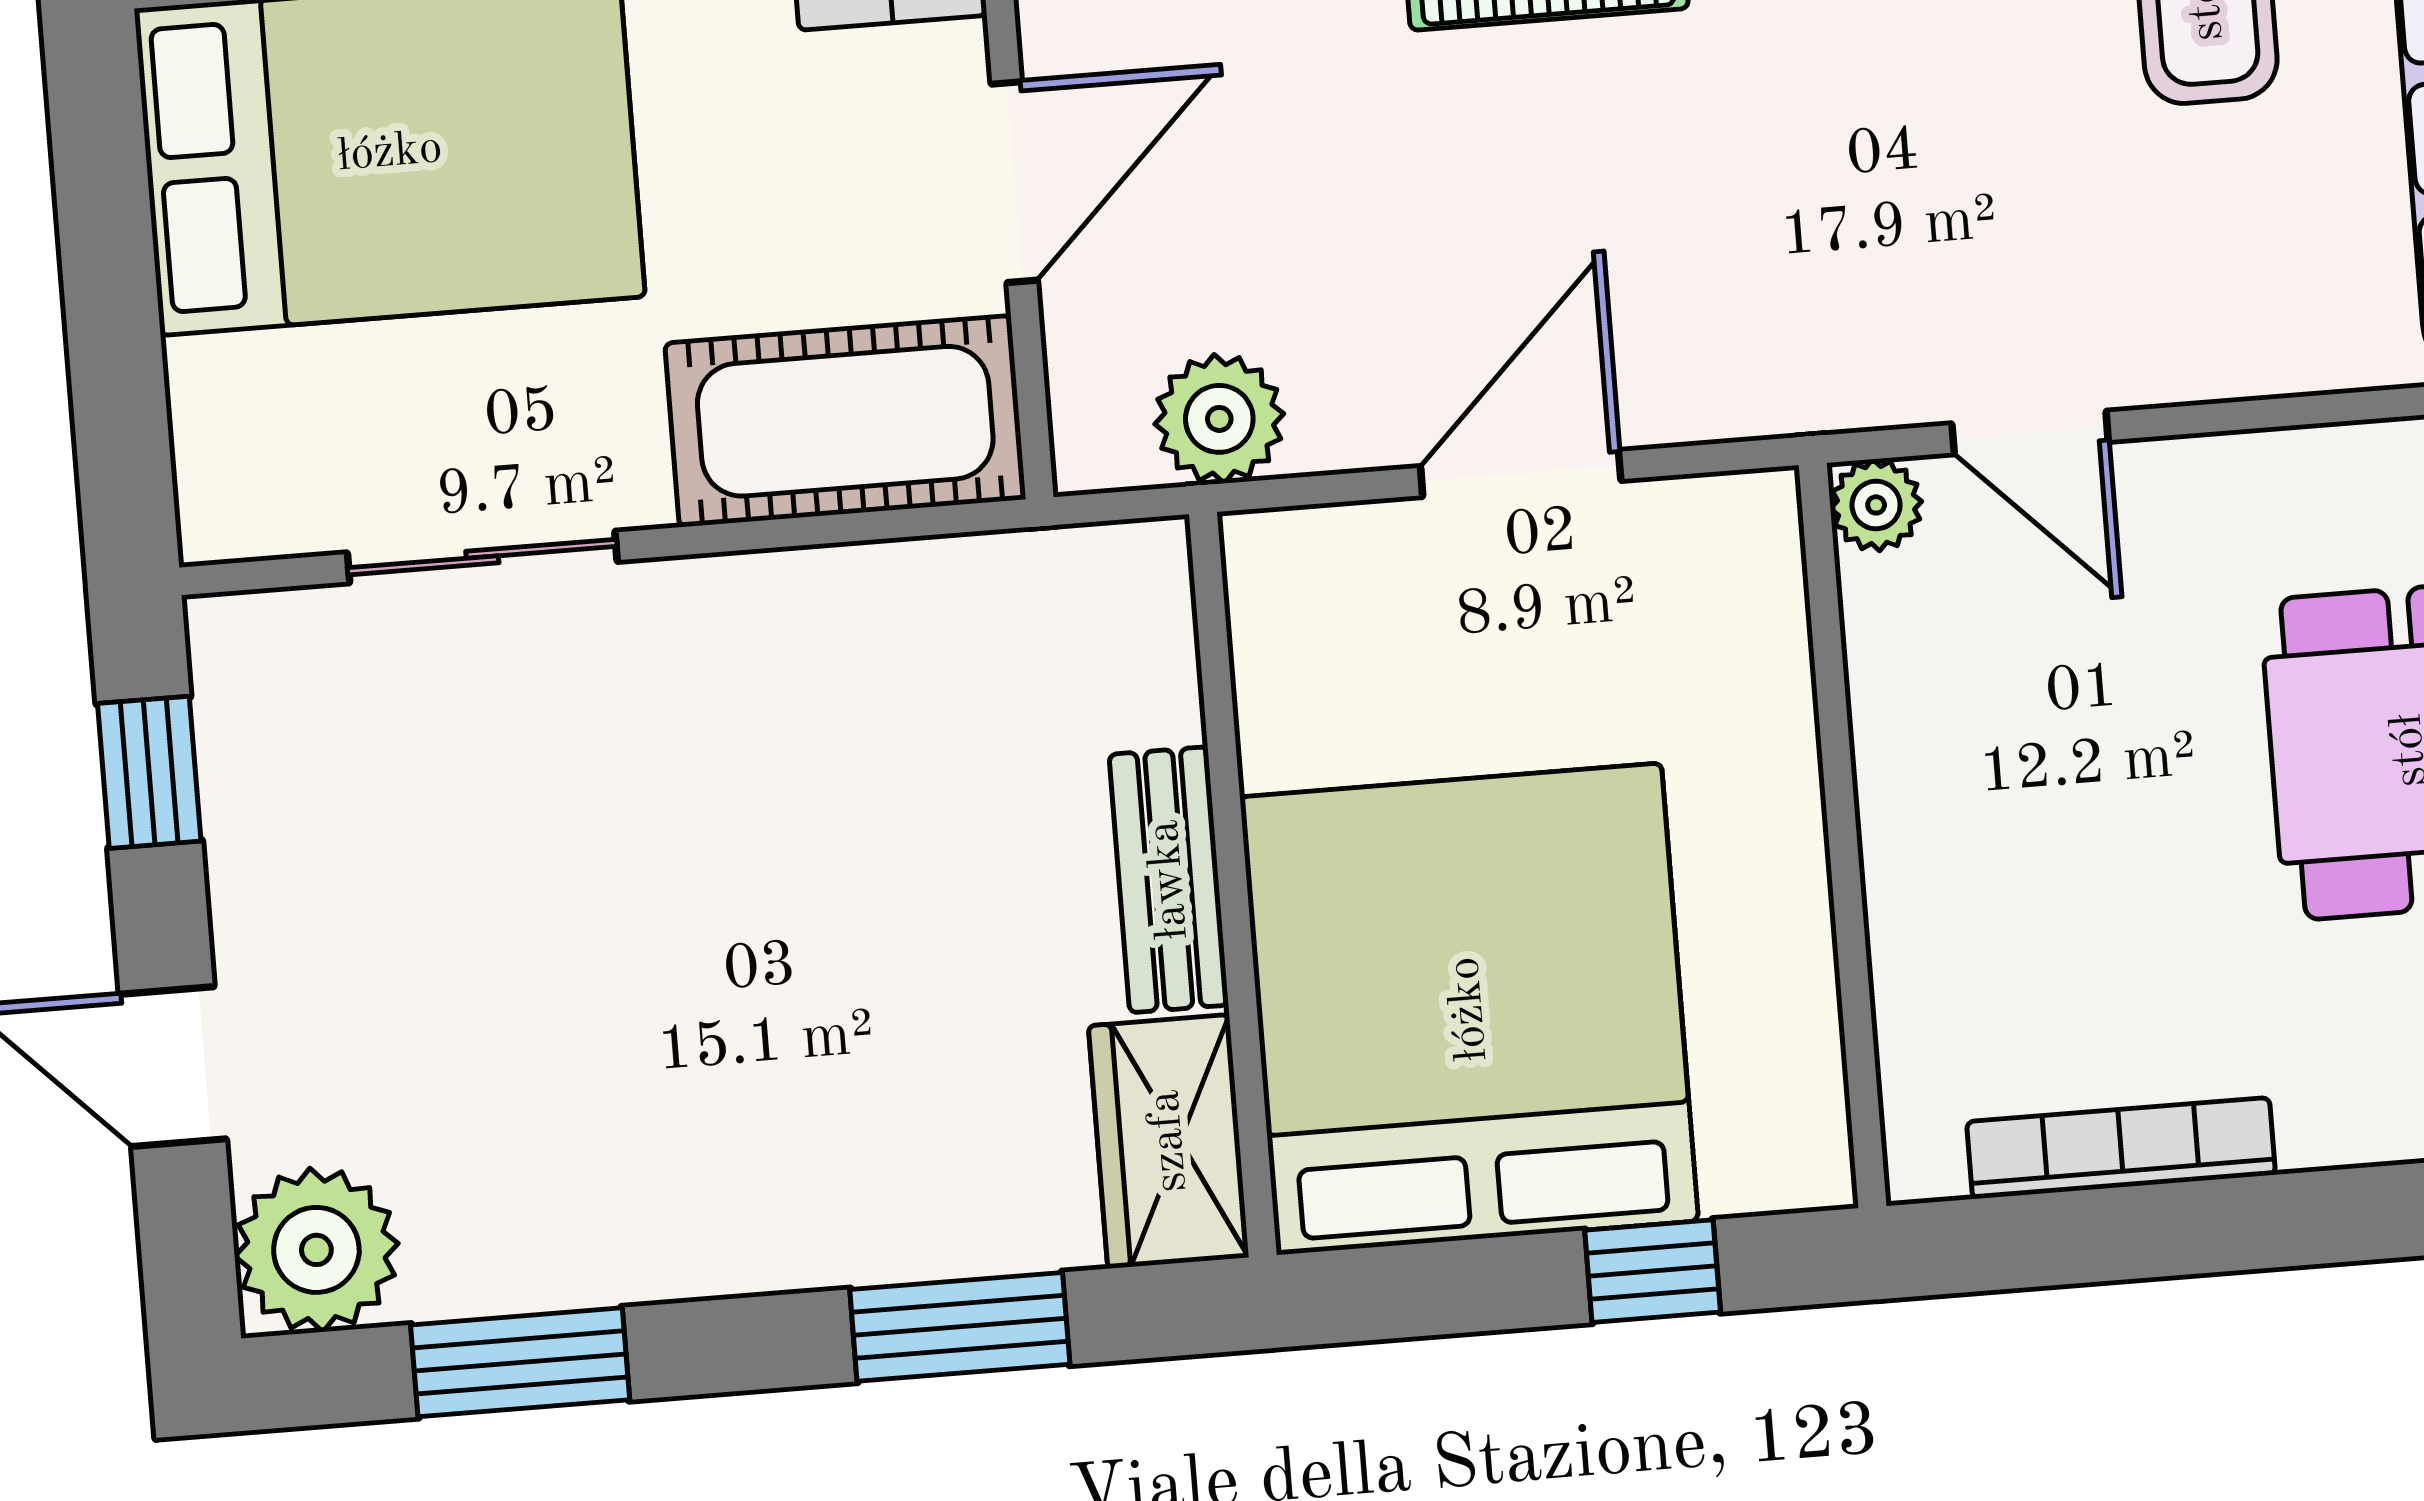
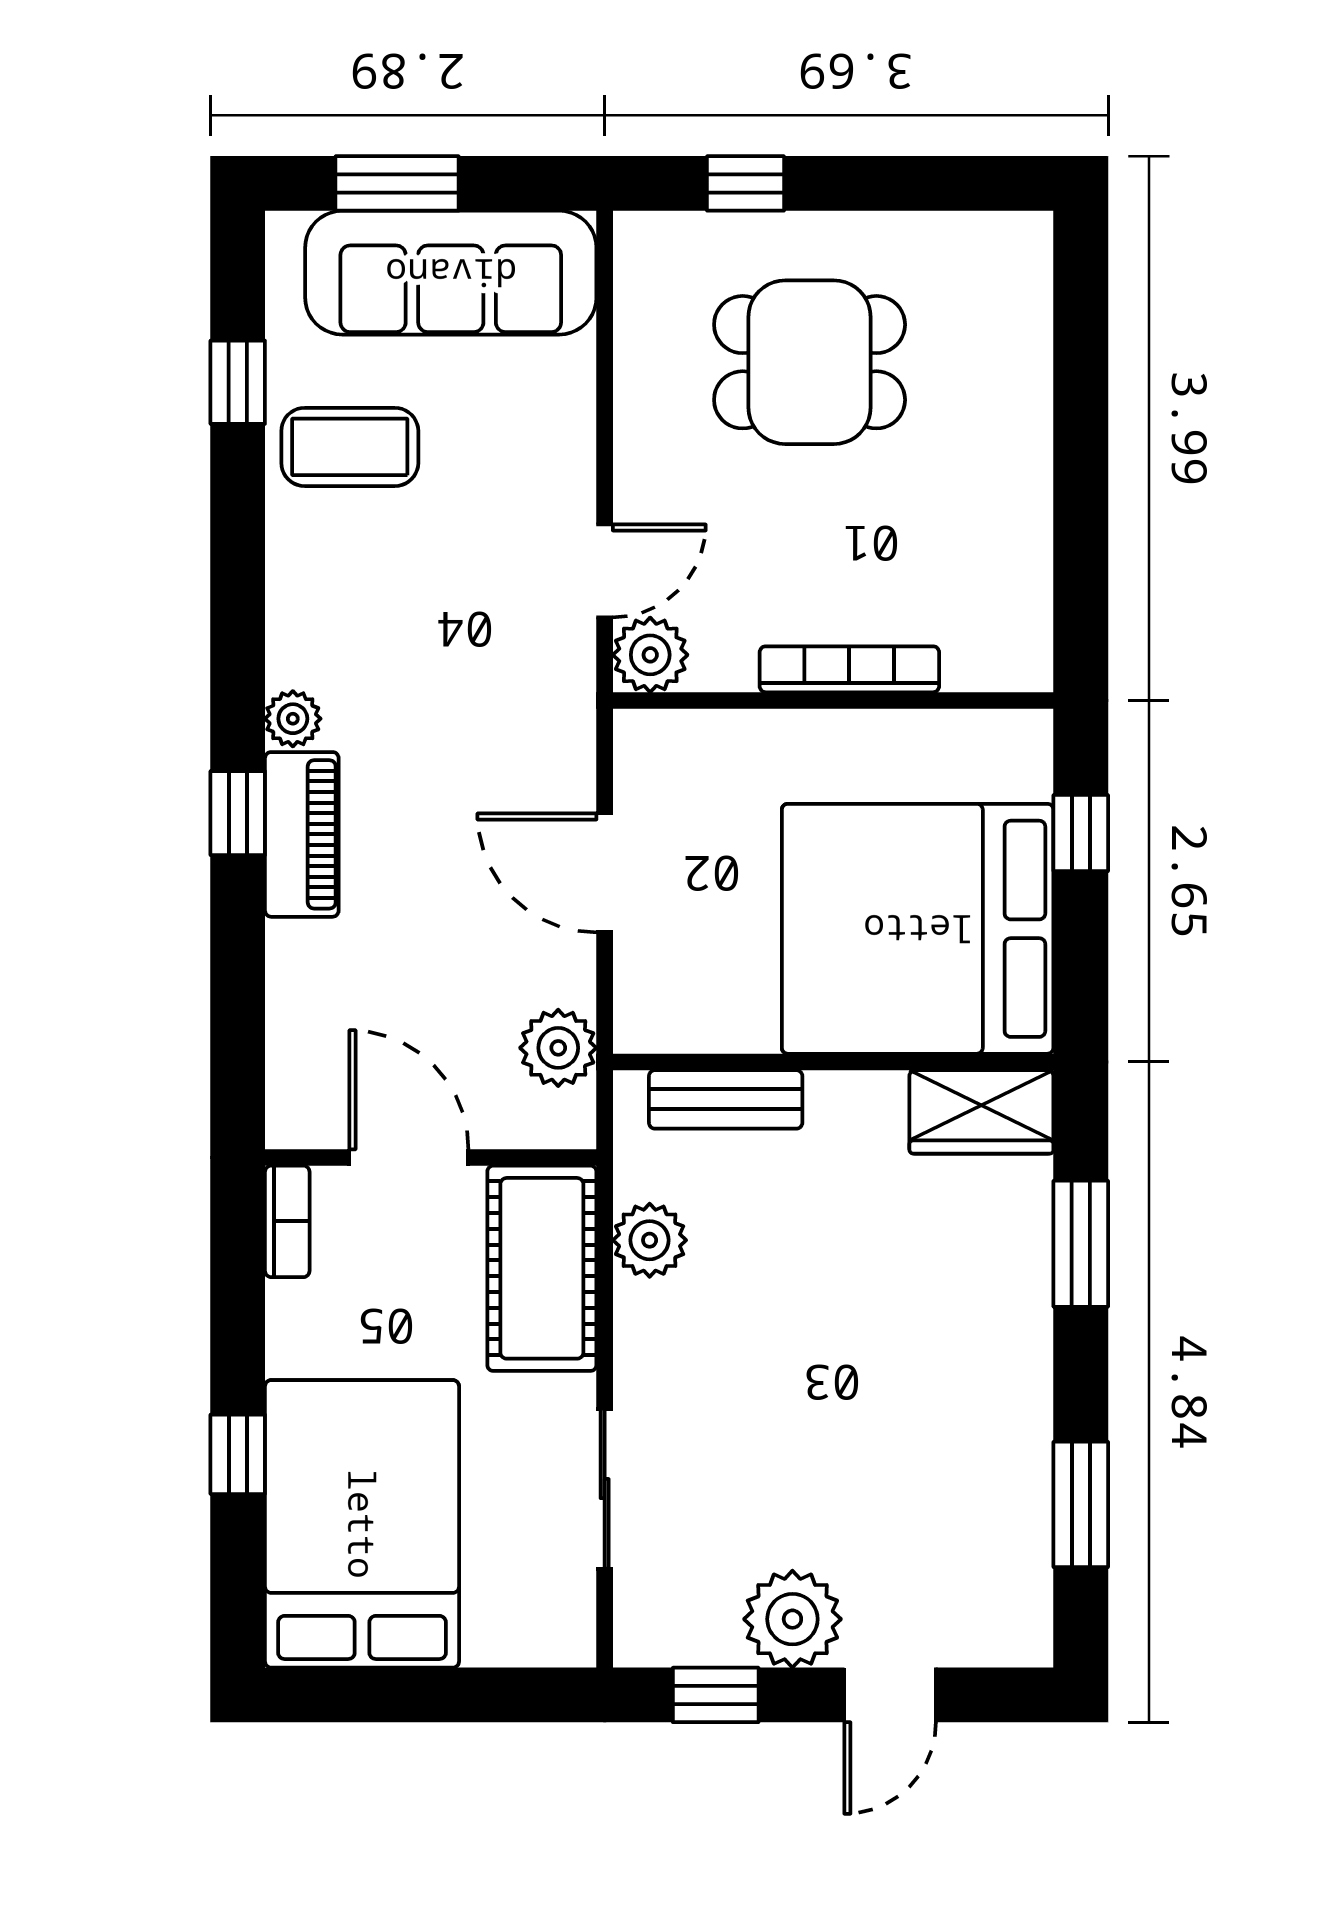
plant: (1876, 505) -> (650, 655), width x1.38, depth x1.38
plant: (907, 599) -> (650, 1240), added
bench: (1169, 880) -> (726, 1099), moved
bookcase: (2121, 1148) -> (849, 669), moved, turned 90
plant: (316, 1250) -> (792, 1619), moved

